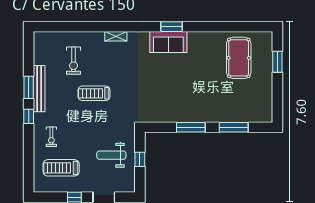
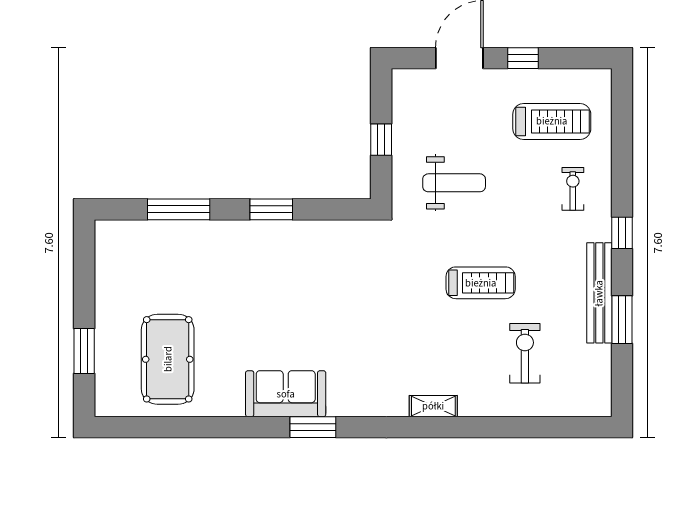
sofa: (168, 42) -> (286, 394), moved
window: (29, 87) -> (622, 320), moved
window: (191, 127) -> (271, 209), width x0.69
weight bench: (111, 155) -> (454, 183), moved

